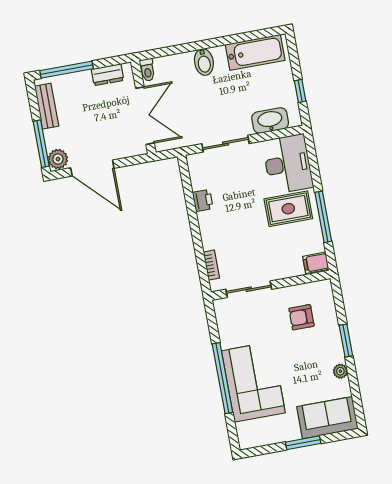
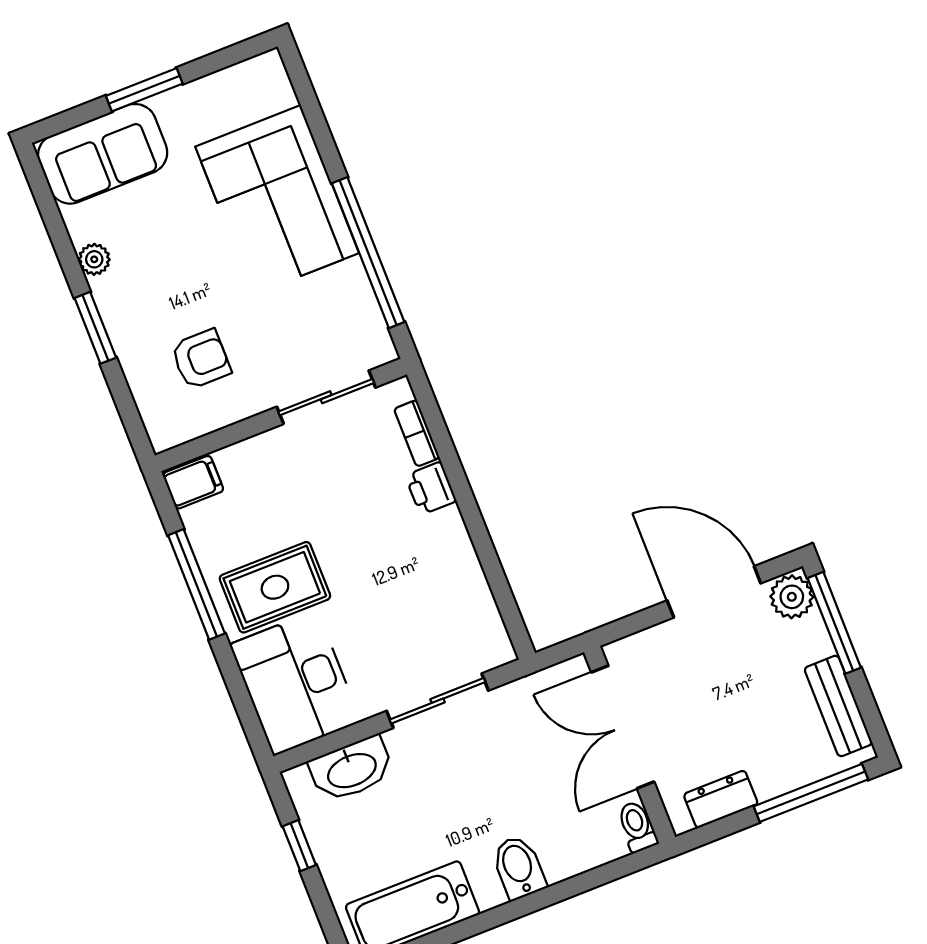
printer: (203, 200) -> (431, 488), moved
window: (222, 378) -> (368, 253), moved

